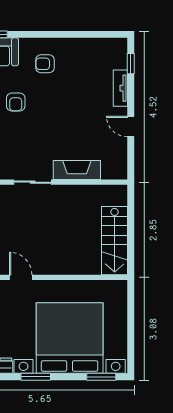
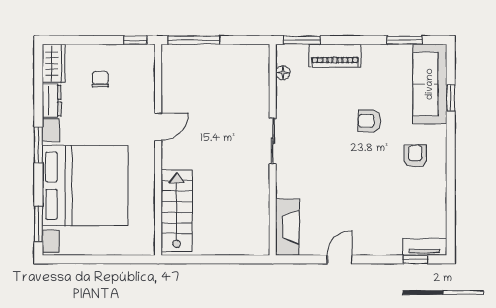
tv unit: (120, 88) -> (425, 247), moved
fireplace: (77, 170) -> (287, 227), moved
stairs: (115, 241) -> (177, 211), moved, turned 90

